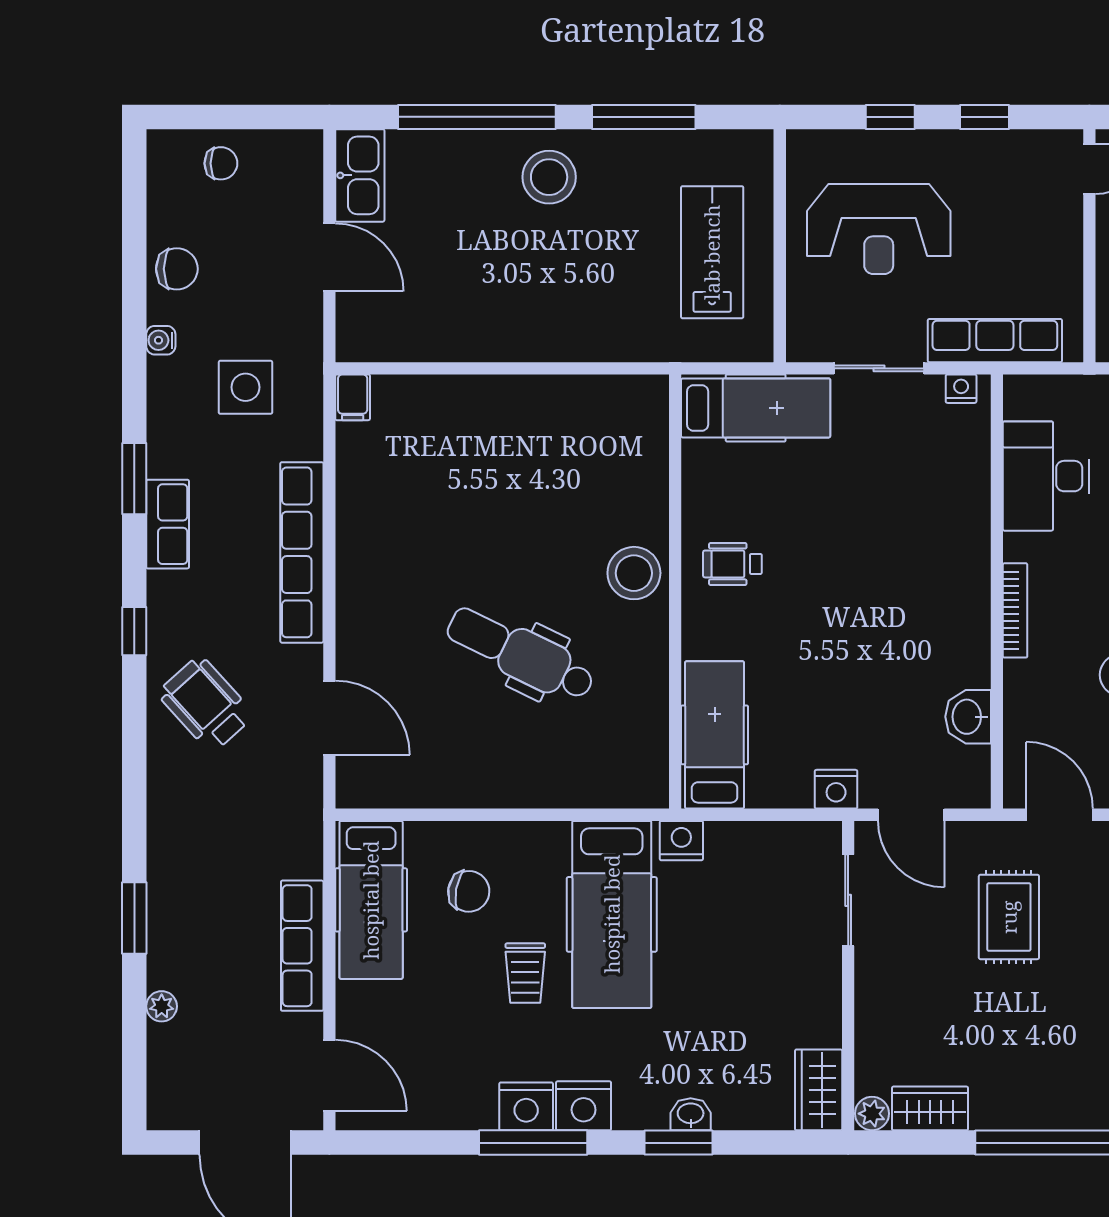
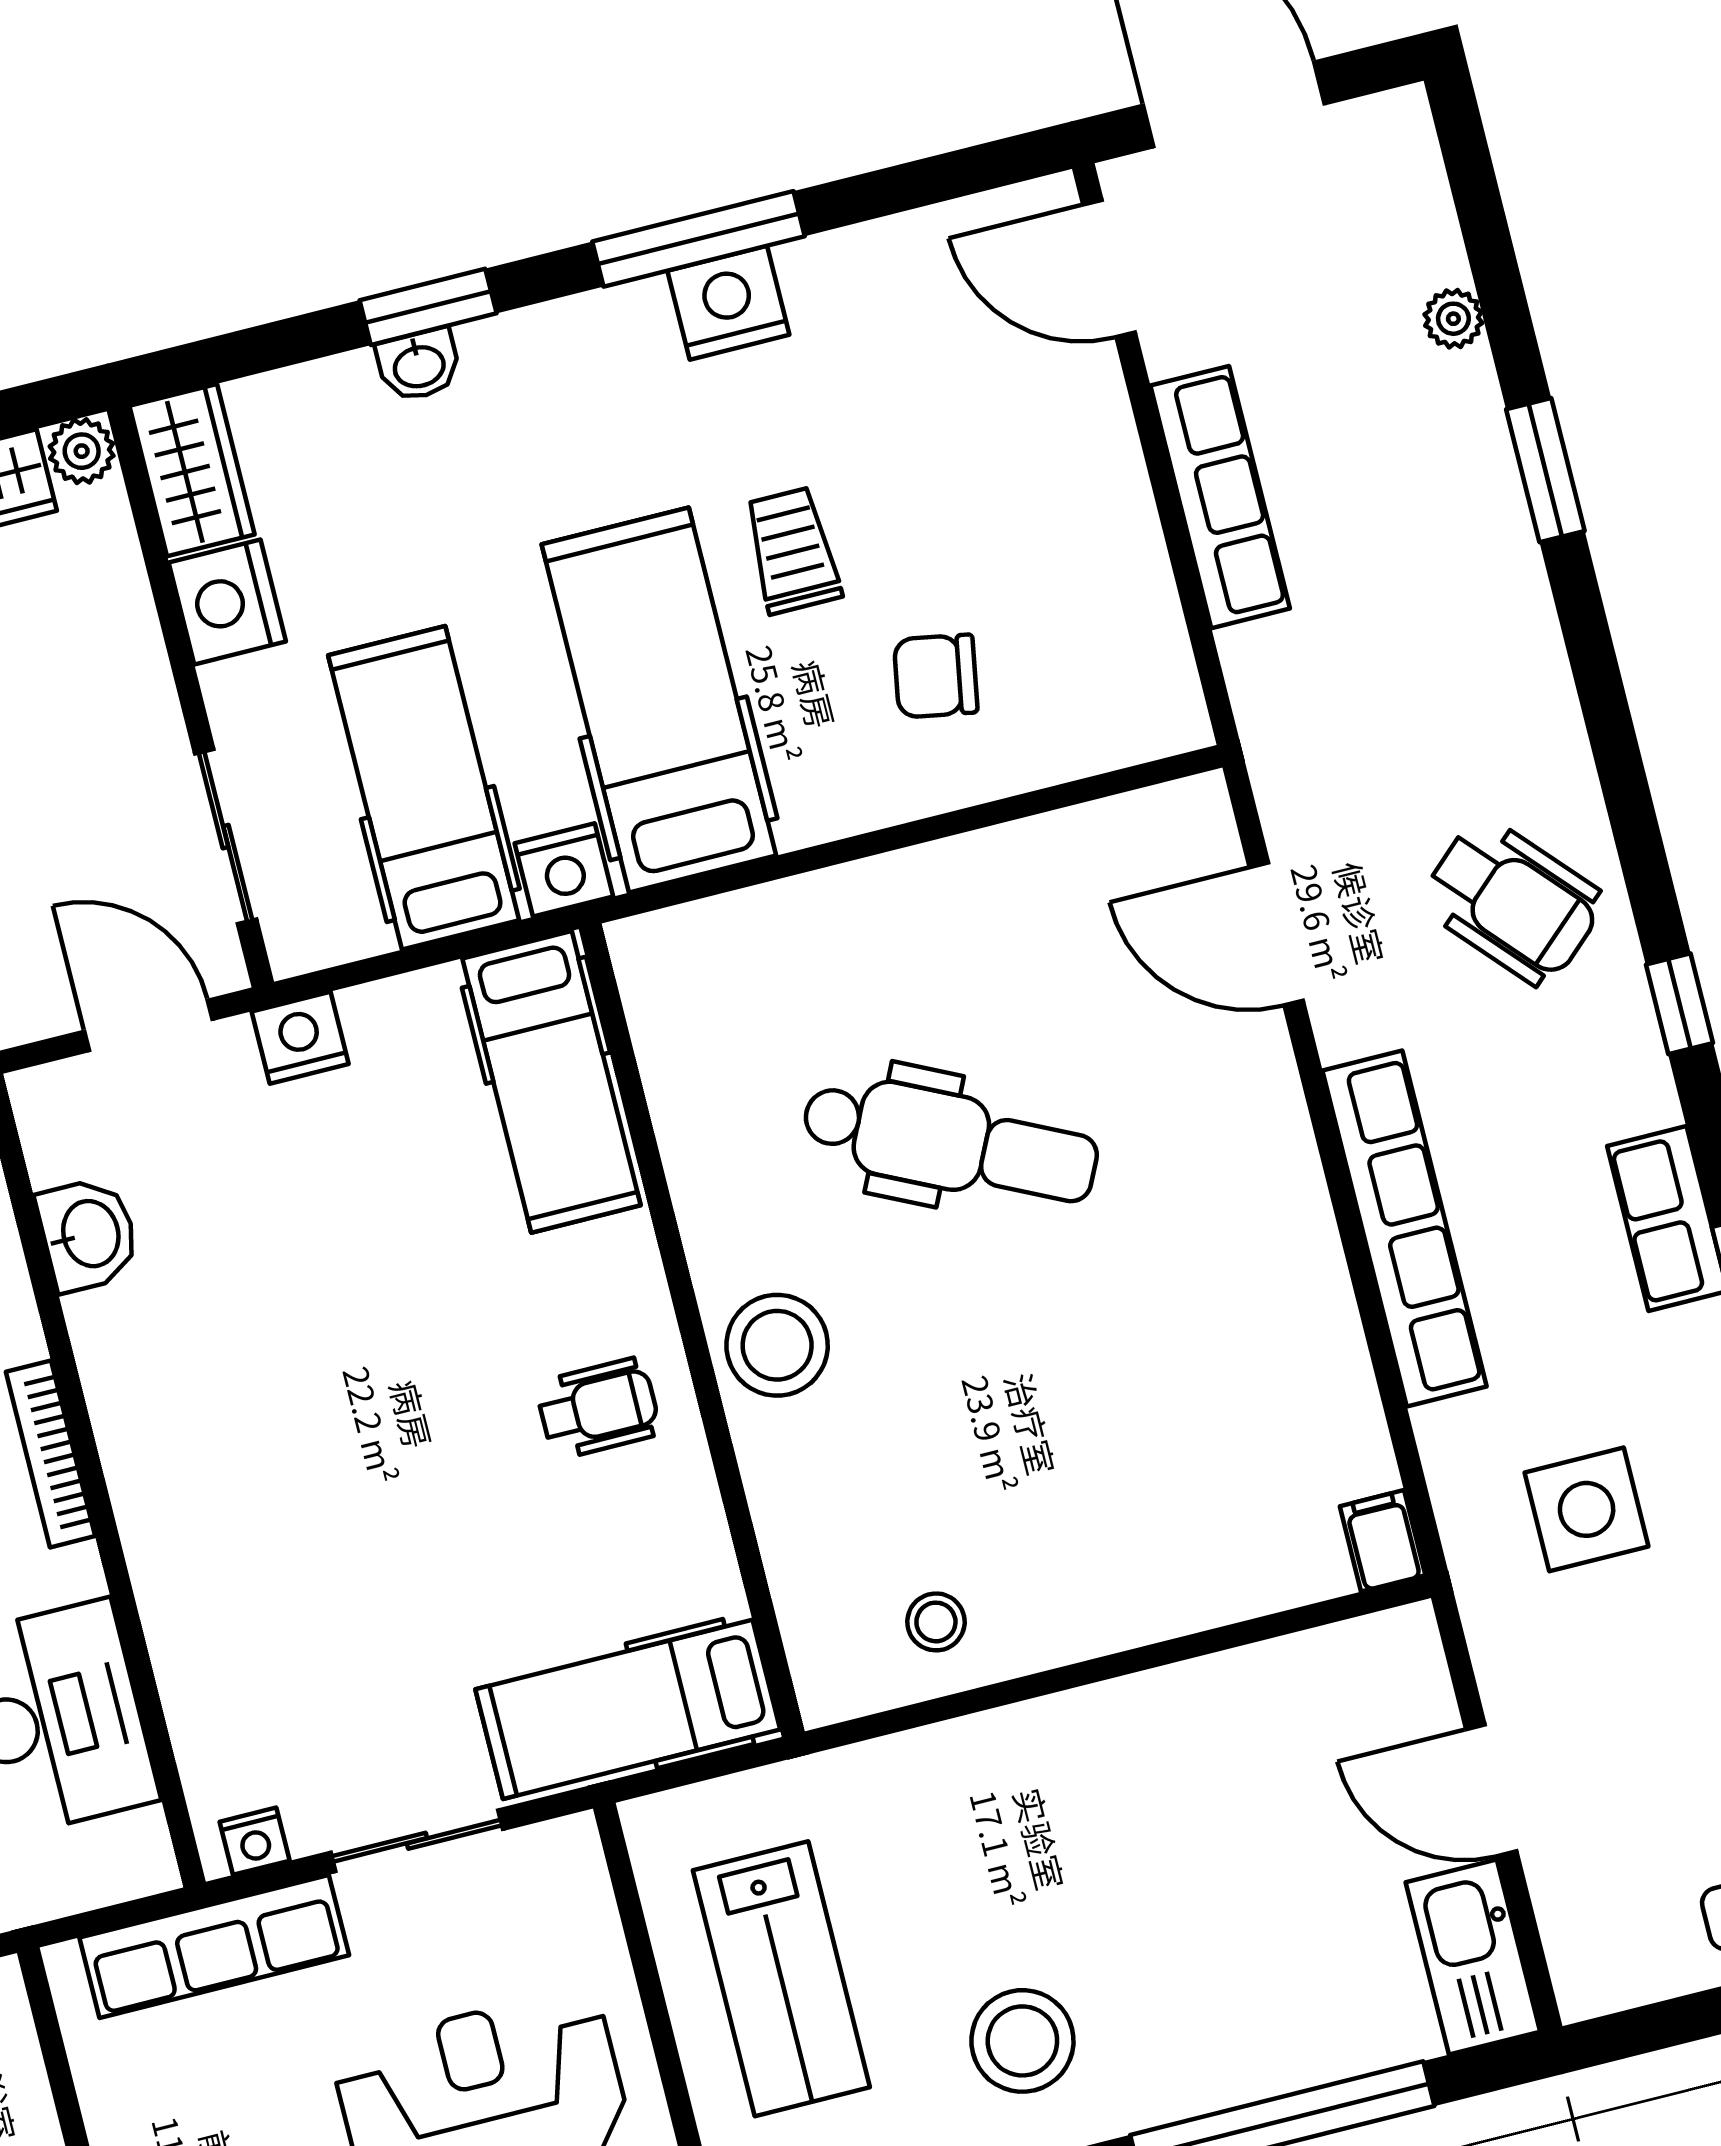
stool: (549, 177) -> (1022, 2041), moved
stool: (589, 413) -> (936, 1622), added
hospital bed: (371, 900) -> (424, 788), moved
nightstand: (584, 1106) -> (227, 602), moved, turned -90

